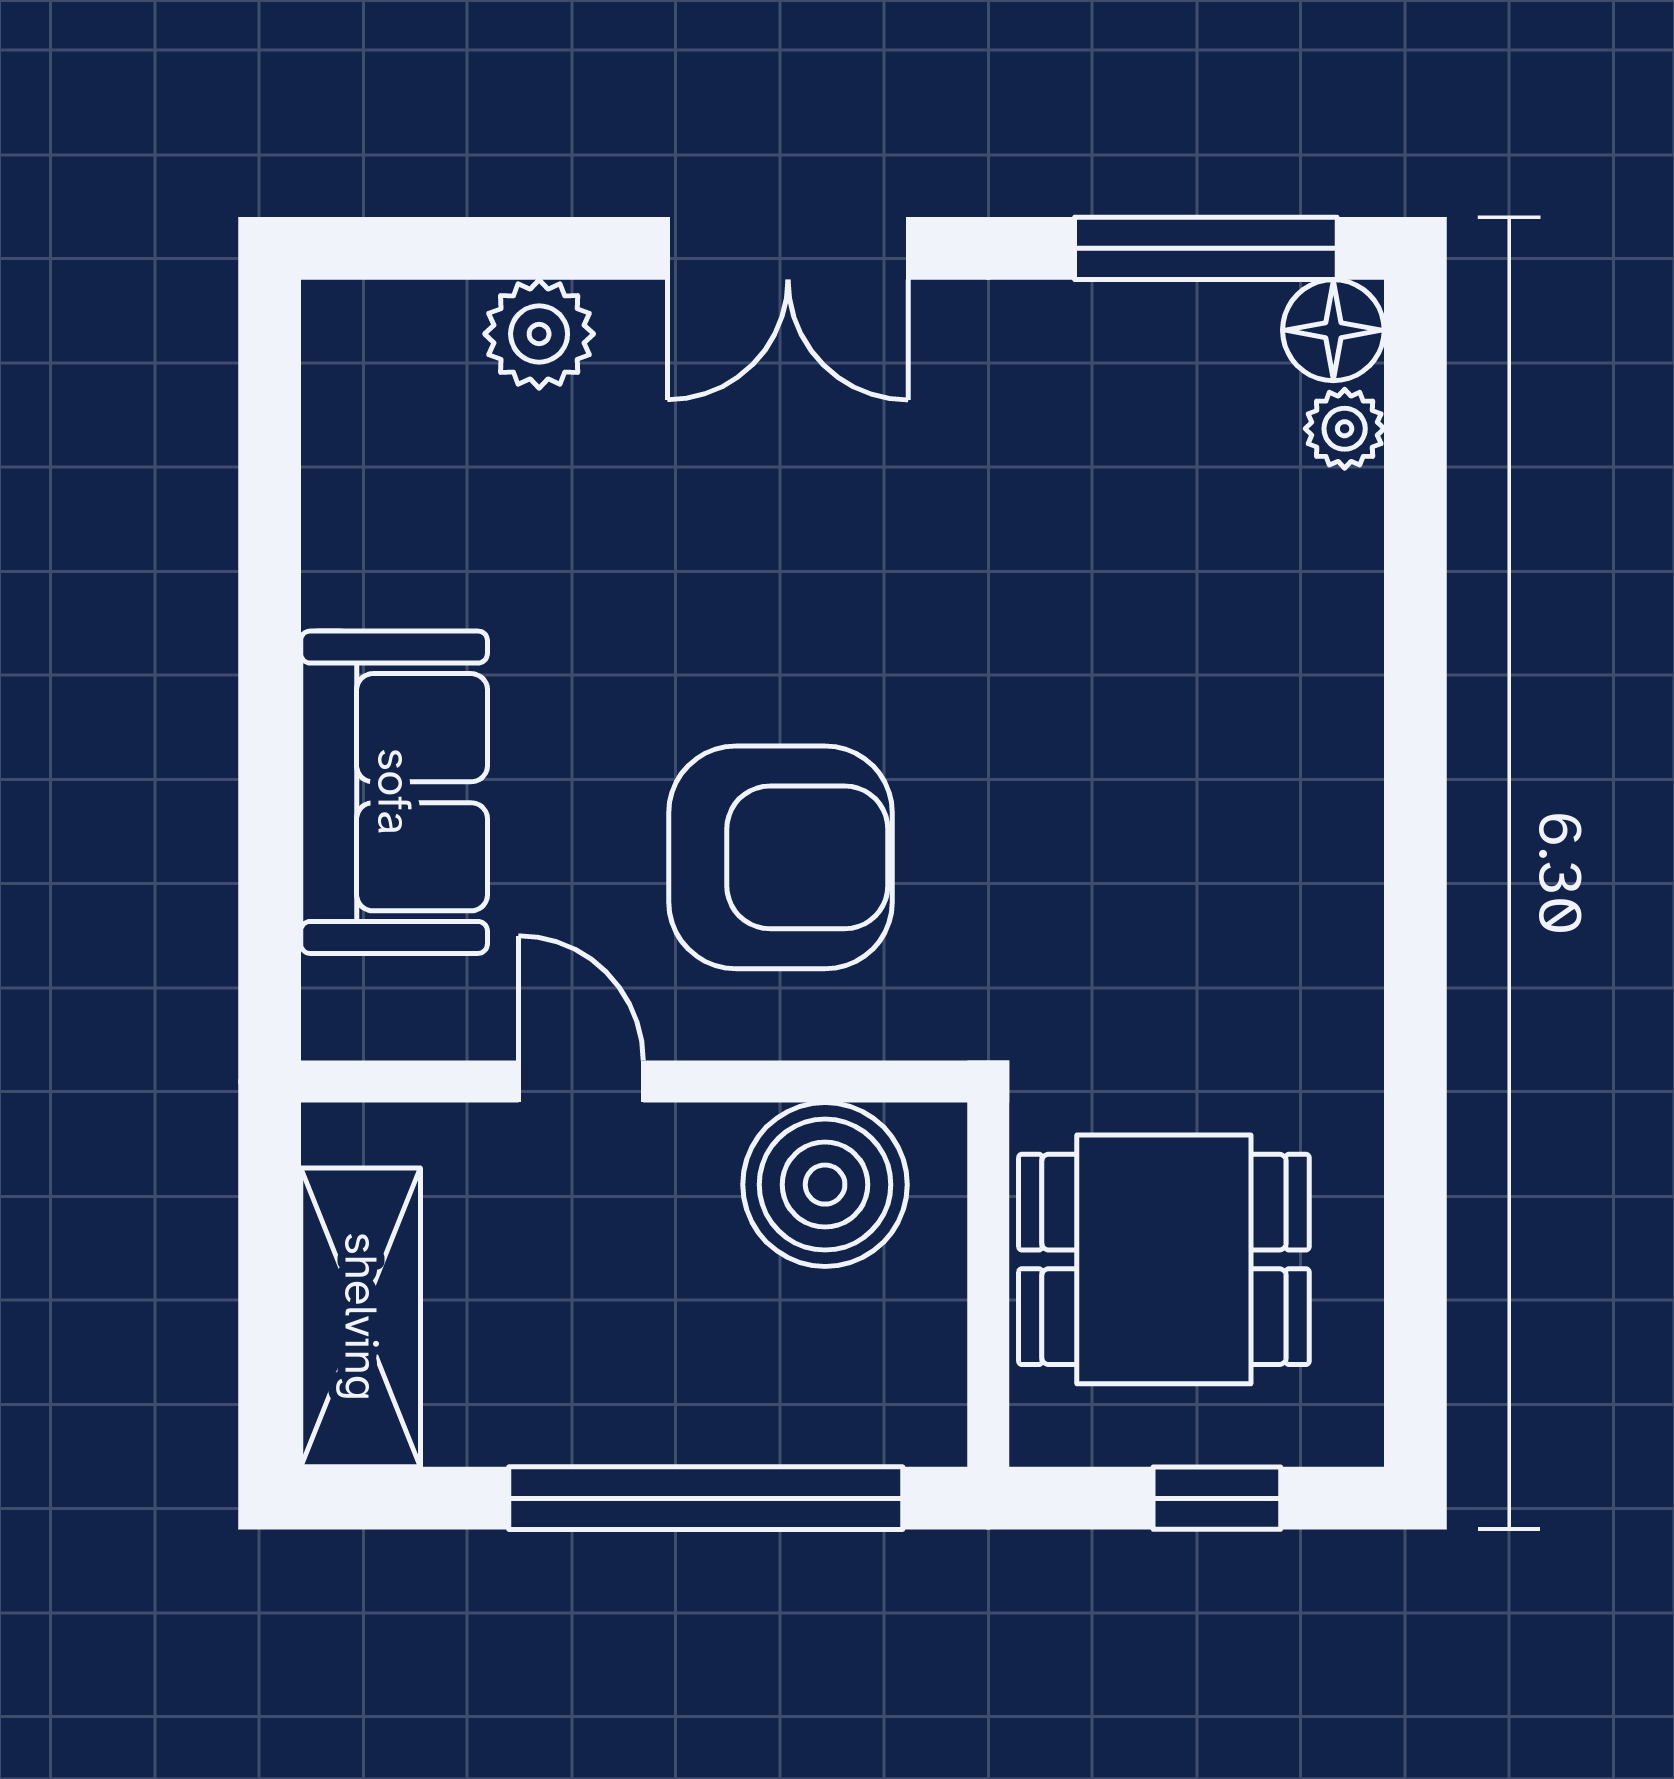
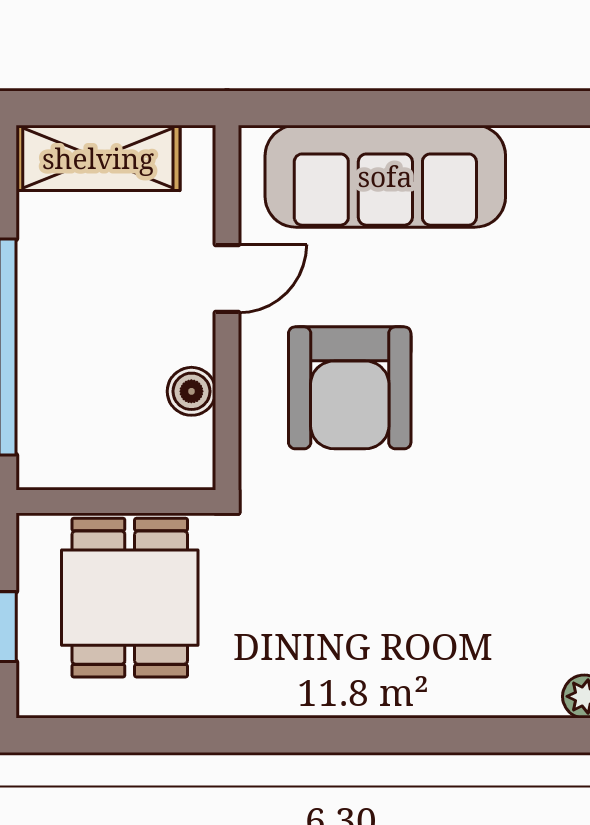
sofa: (394, 792) -> (385, 176), width x1.36
boiler: (825, 1185) -> (191, 391), width x0.54, depth x0.54

